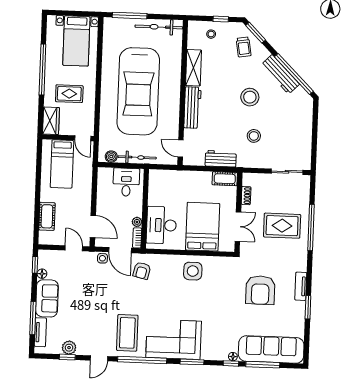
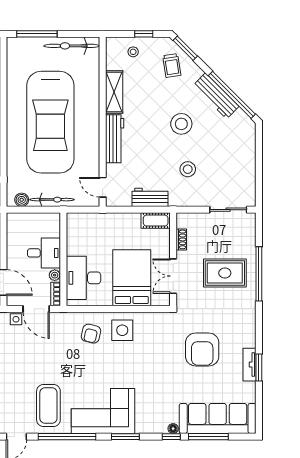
desk: (126, 182) -> (44, 253), moved, turned 90
double door: (238, 227) -> (173, 276), swing flipped
armchair: (142, 271) -> (91, 334), moved
tv unit: (301, 286) -> (250, 365), moved

